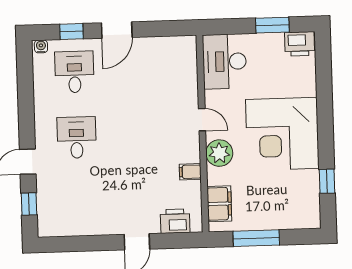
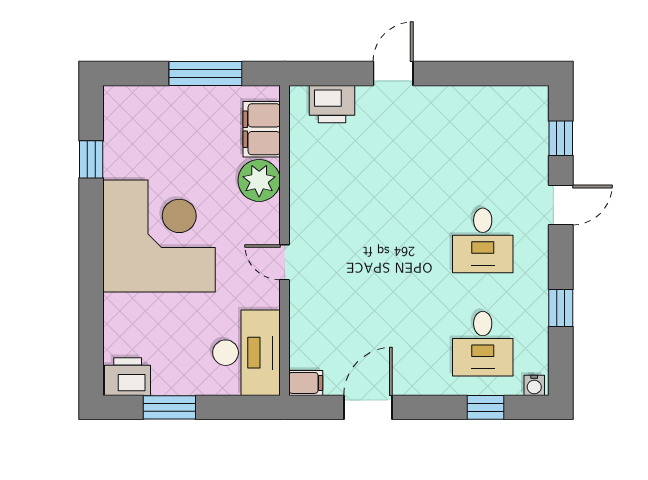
door: (117, 30) -> (368, 407), moved
window: (26, 96) -> (561, 308), added
plant: (219, 153) -> (259, 180), moved
filing cabinet: (190, 172) -> (306, 383), moved

